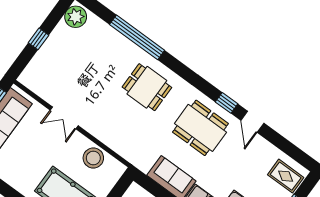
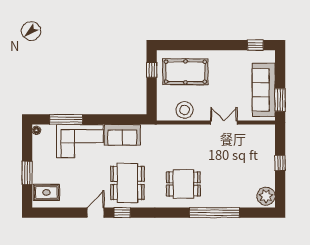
door: (252, 122) -> (96, 213), hinge flipped
dining table: (200, 128) -> (127, 183), turned 90

